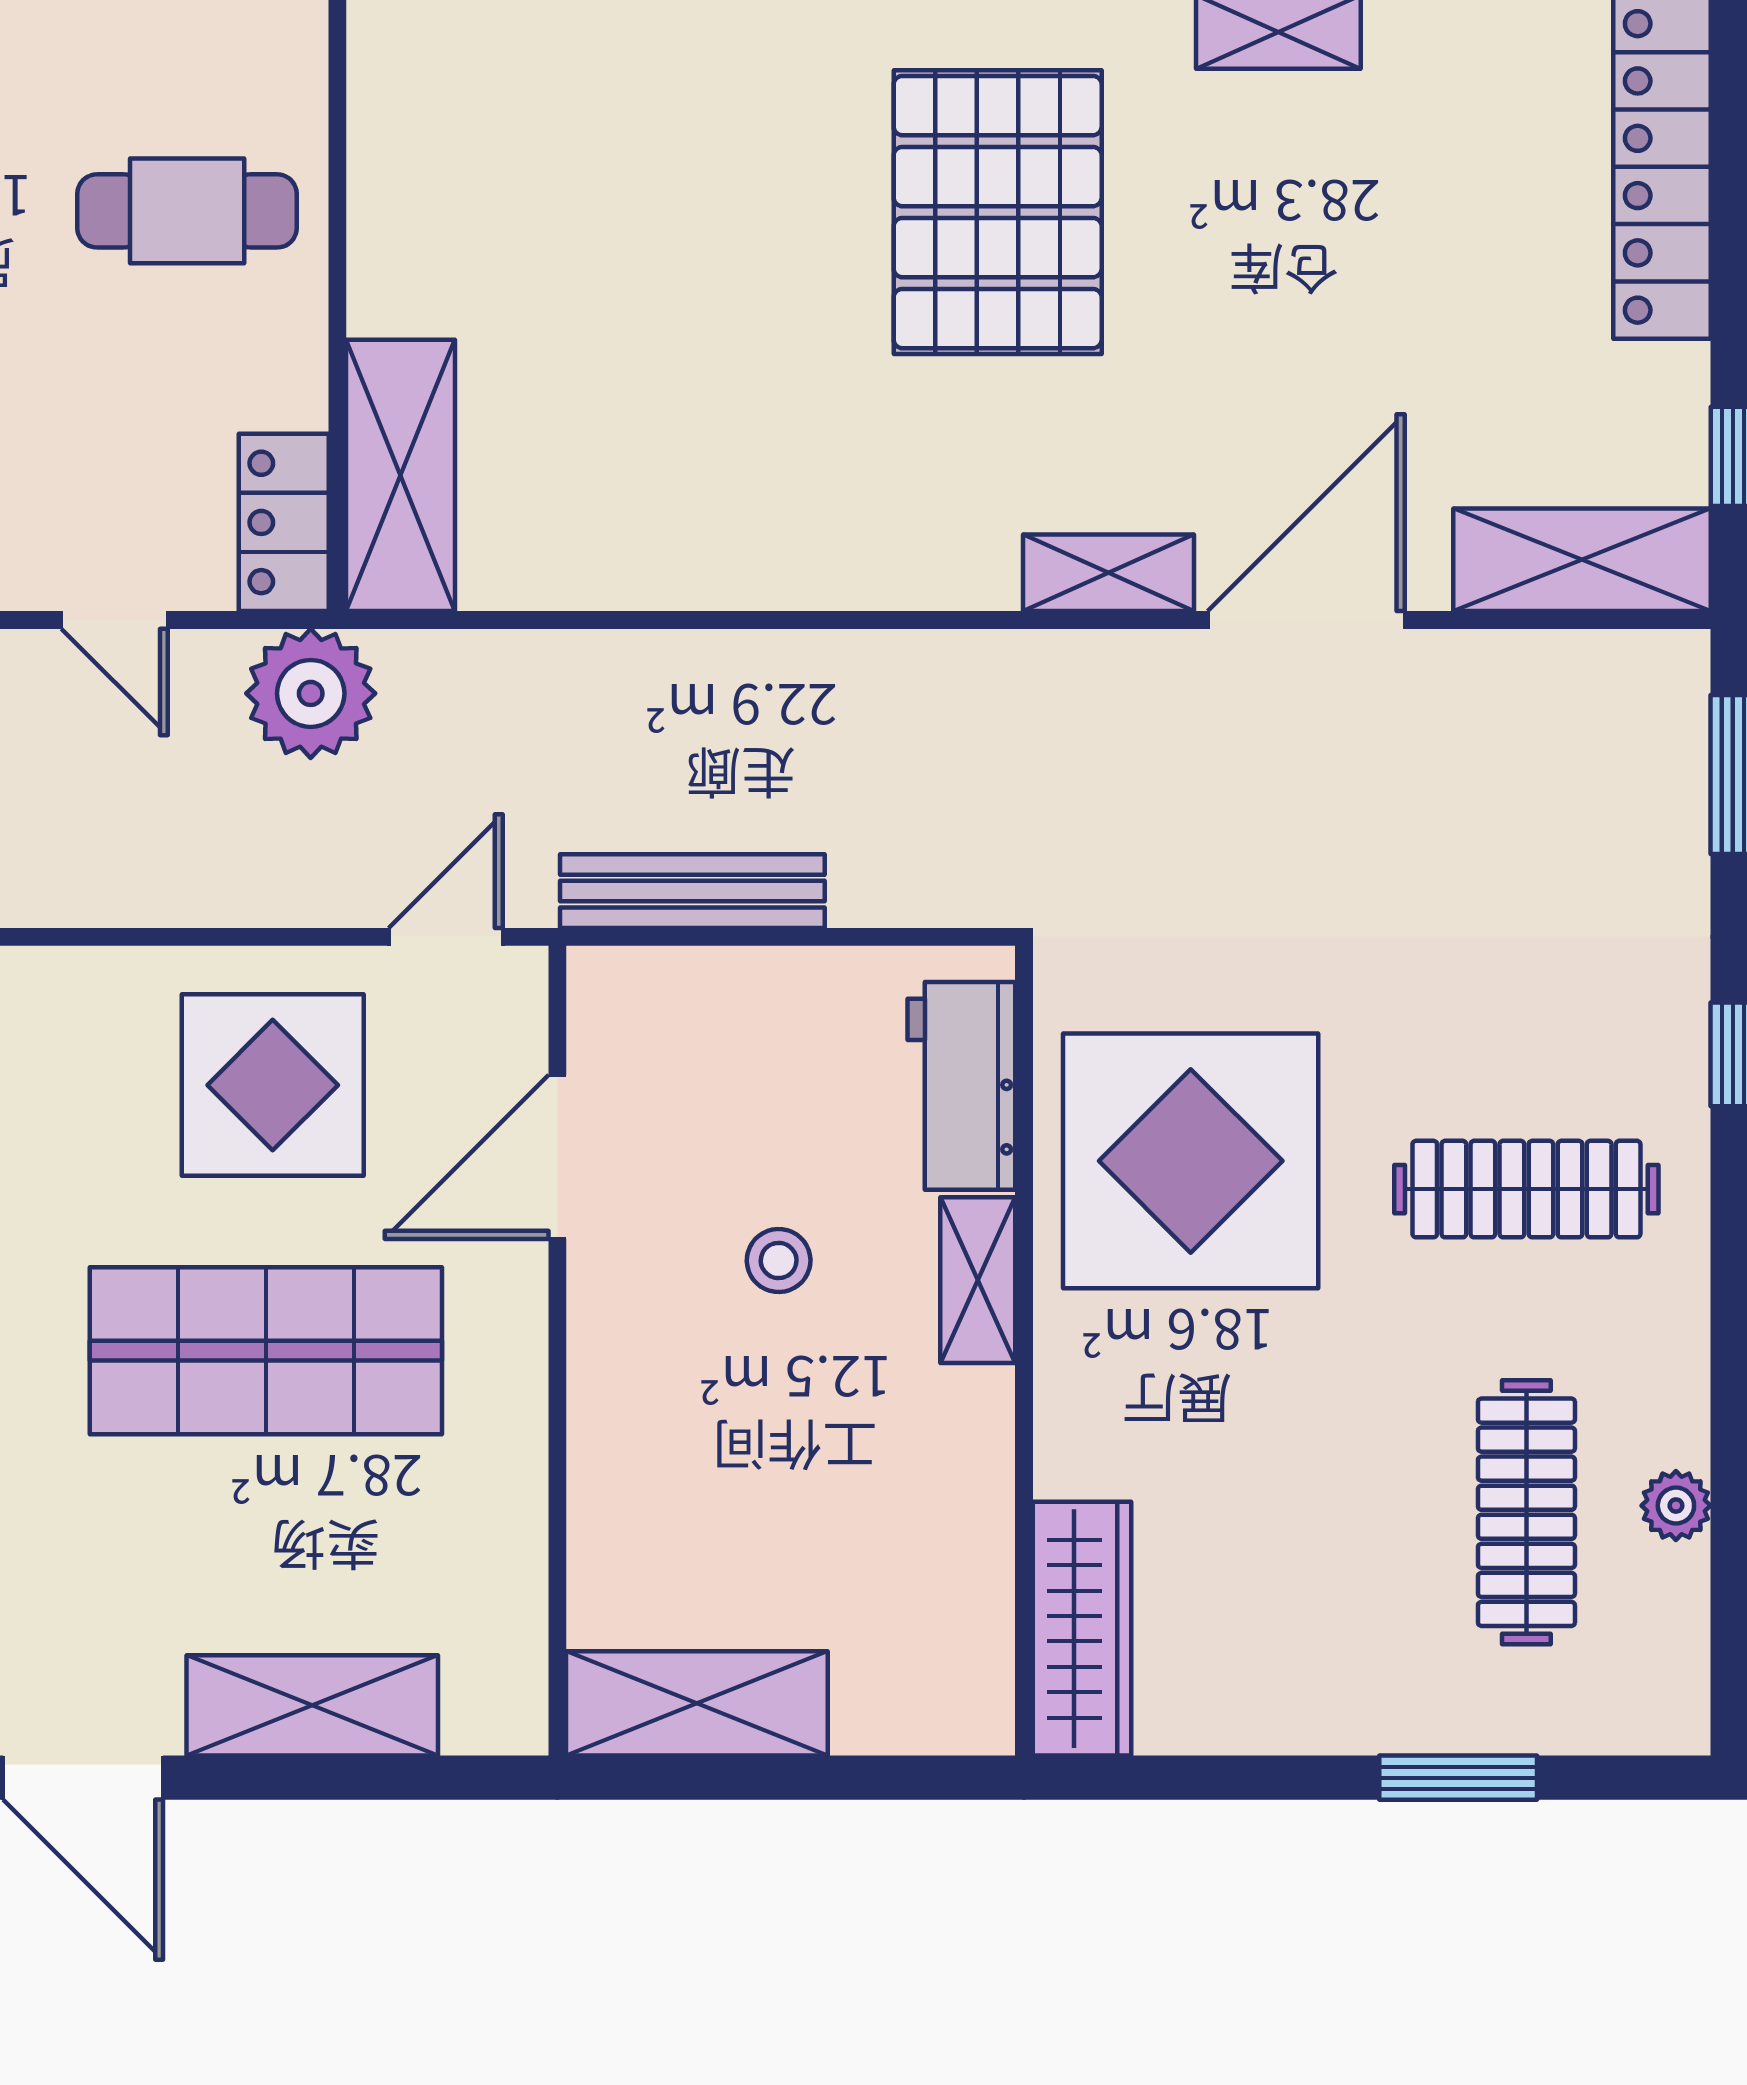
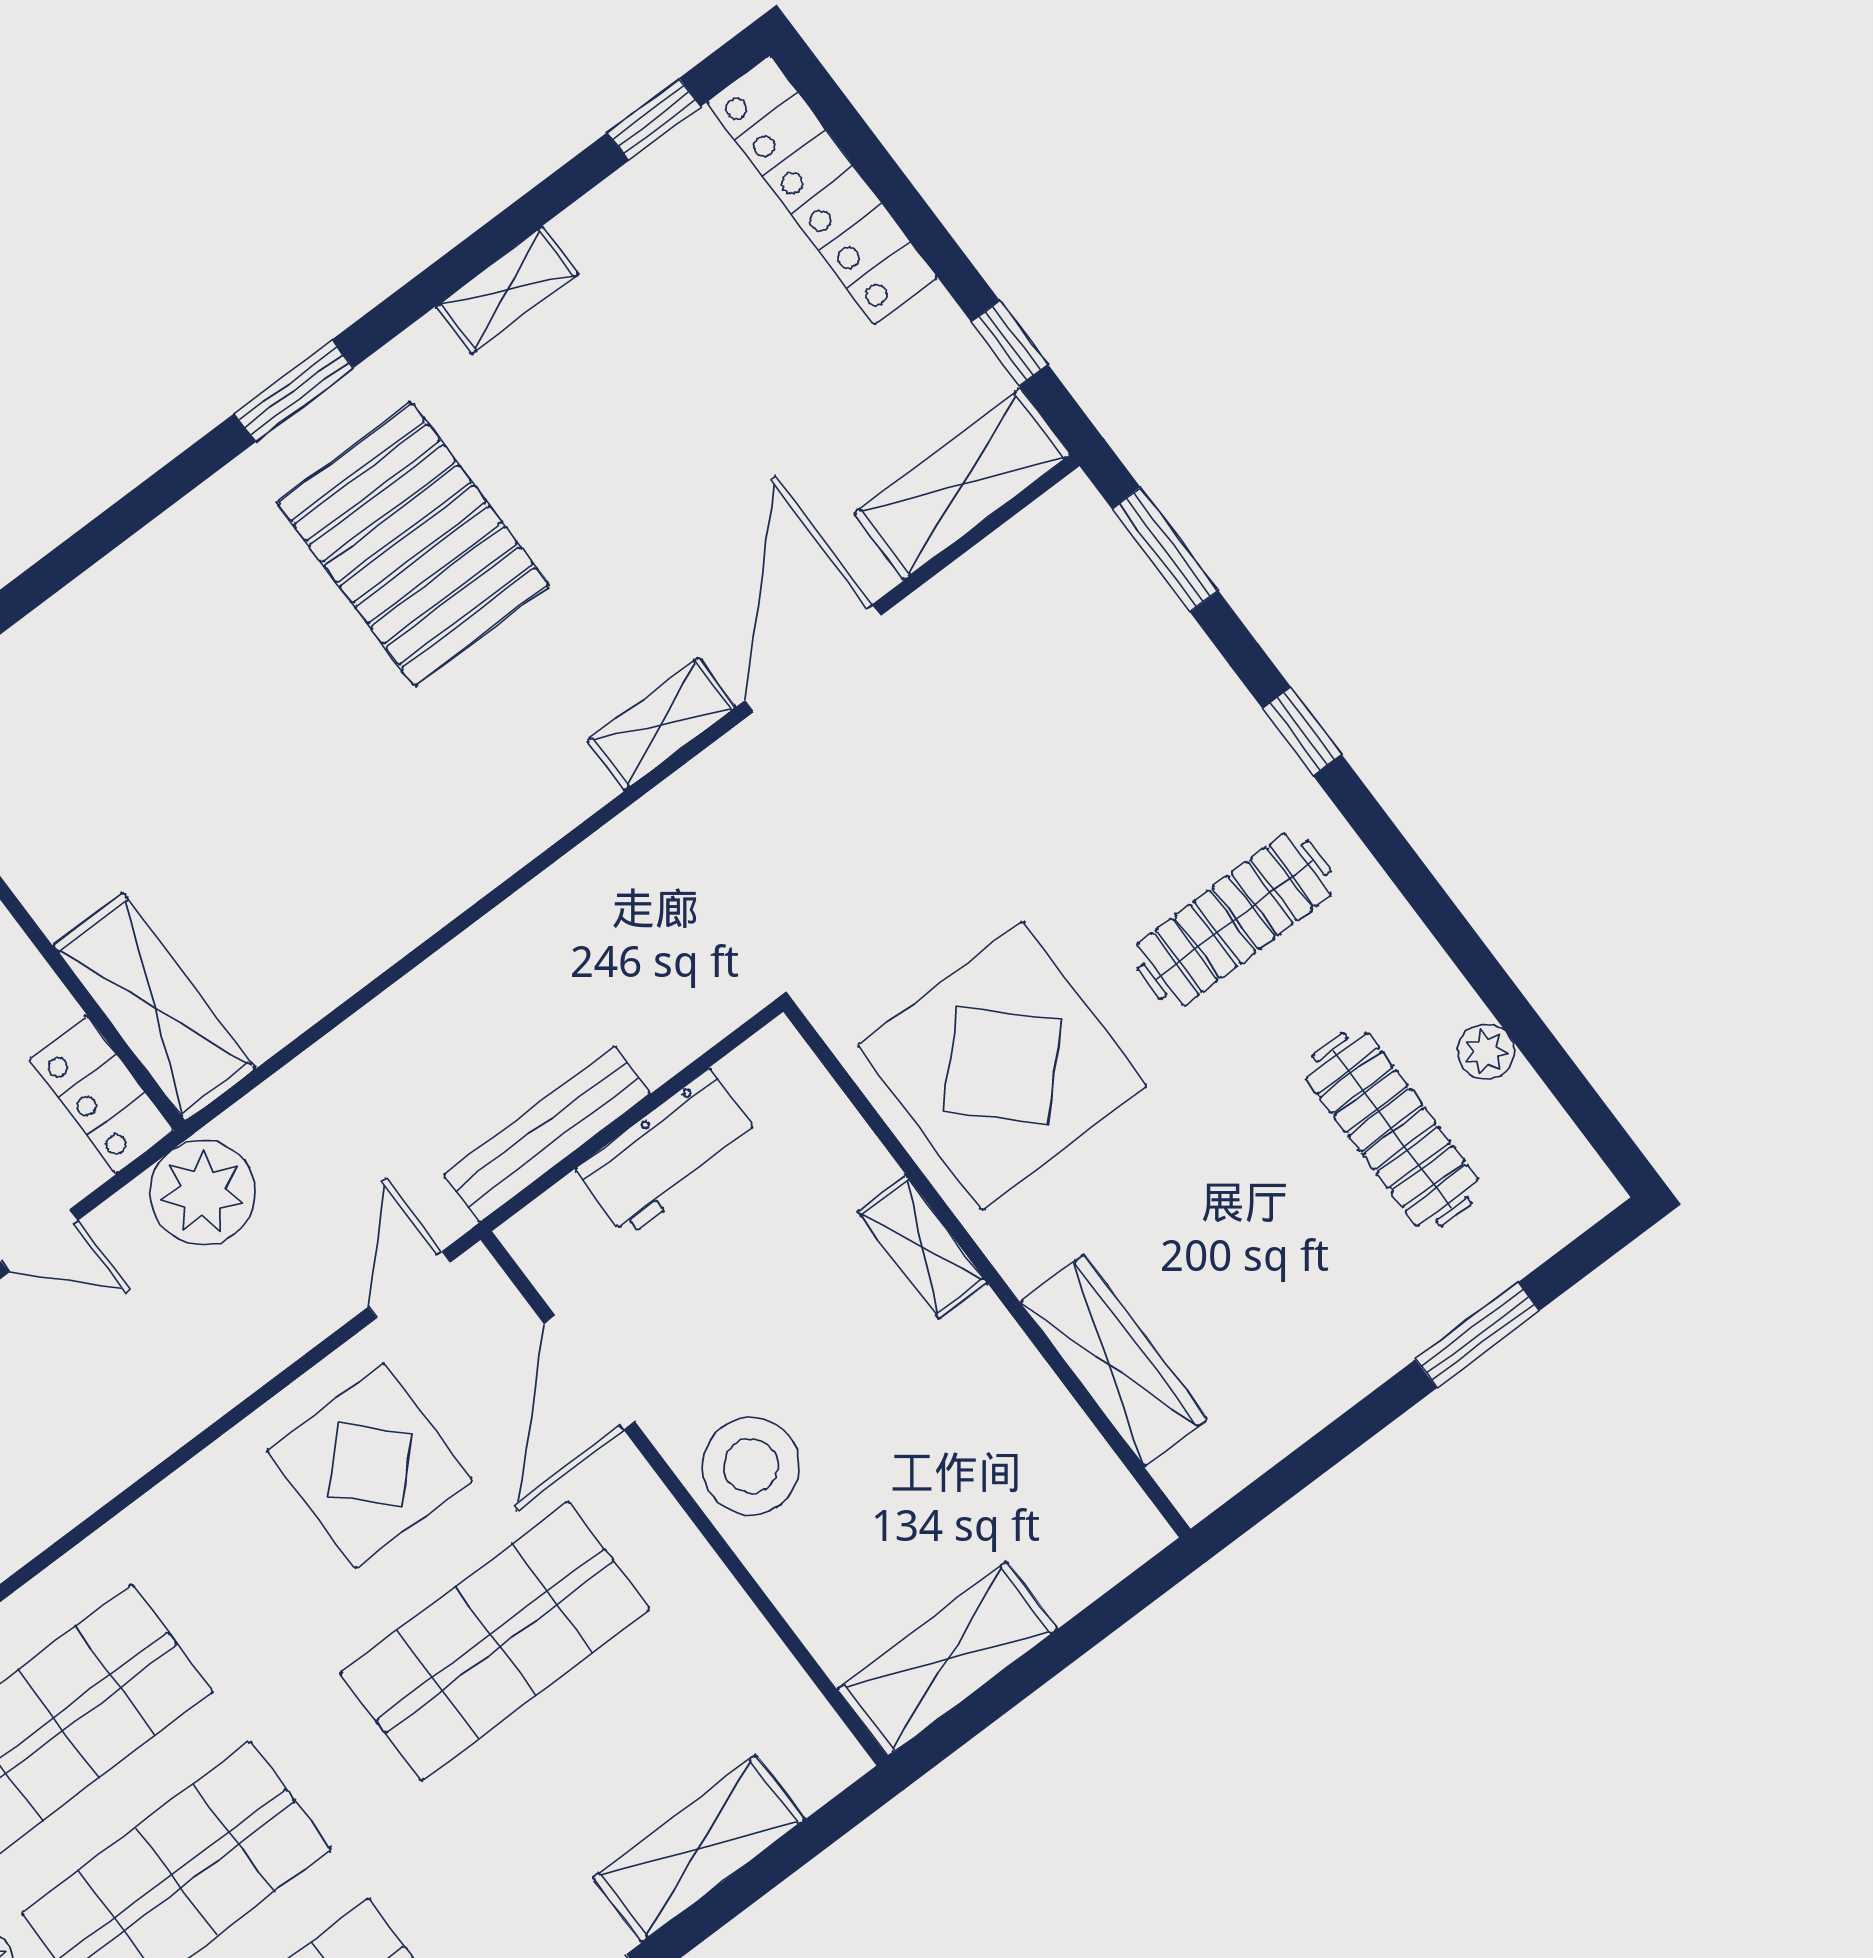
workbench: (961, 1086) -> (668, 1153), moved, turned -90
stool: (779, 1260) -> (751, 1466), moved, width x1.89, depth x1.89
wardrobe: (1082, 1629) -> (1114, 1361), moved

